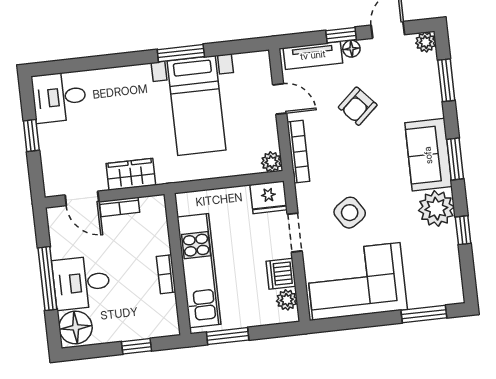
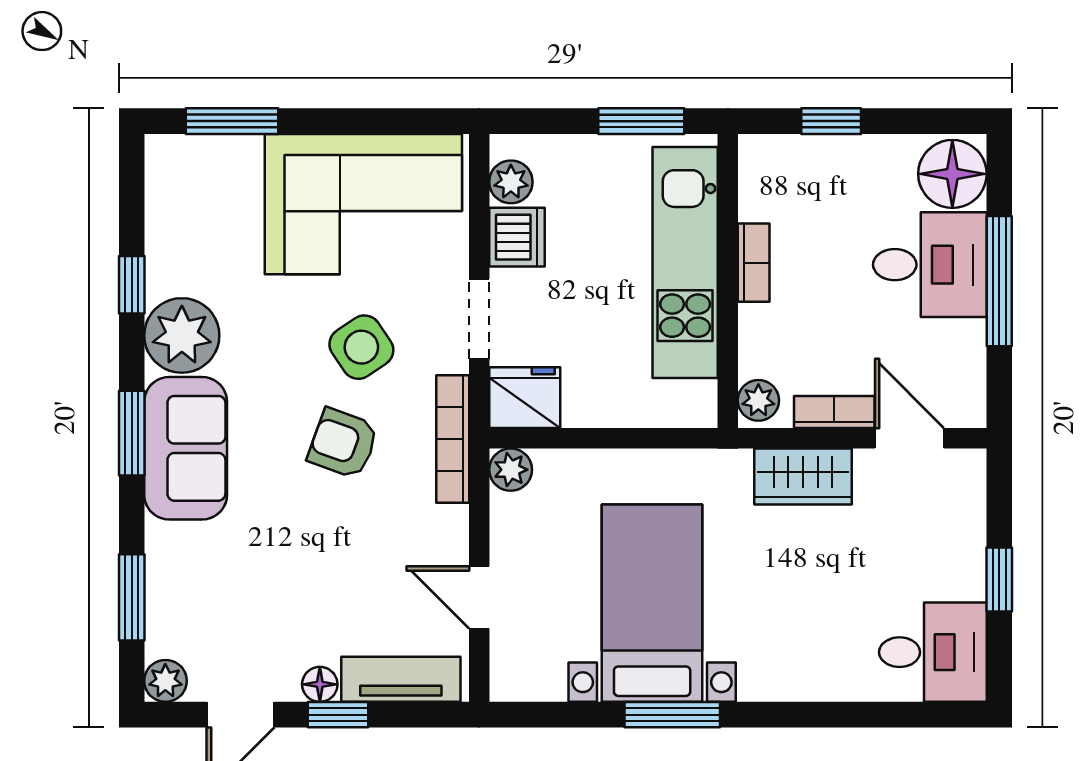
armchair: (358, 106) -> (343, 443), moved, turned -118
bookcase: (298, 152) -> (453, 439), moved
plant: (156, 208) -> (758, 400), added

